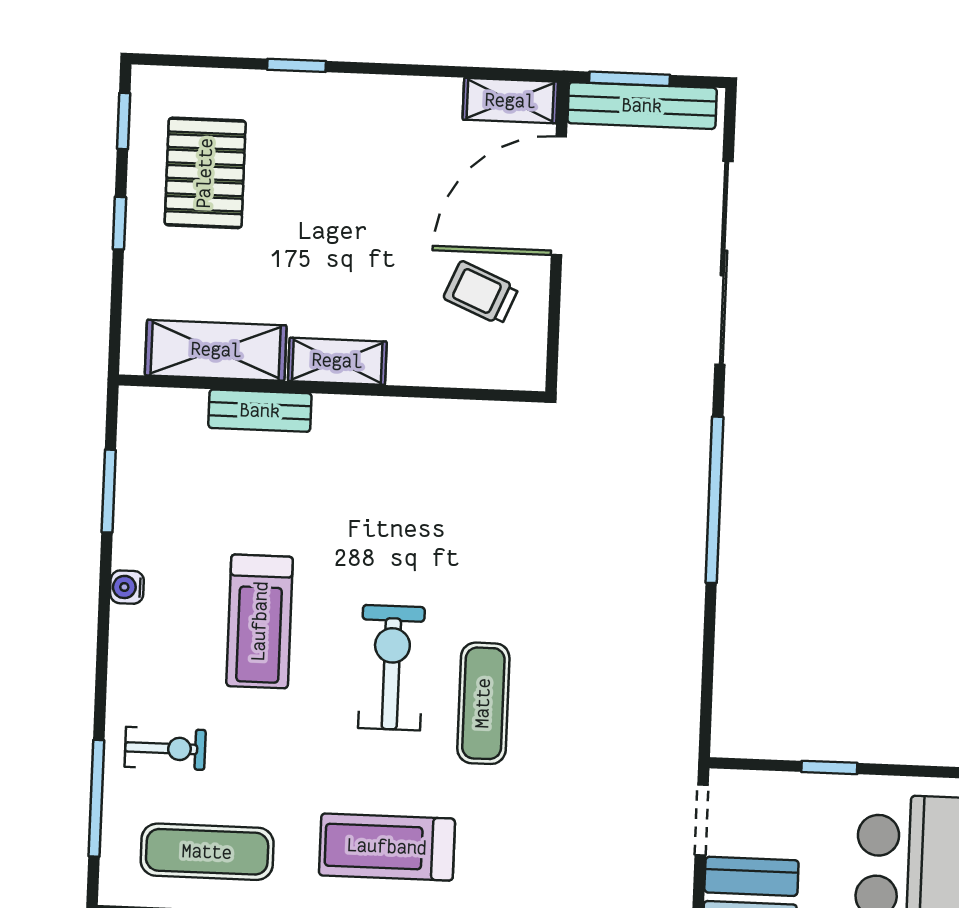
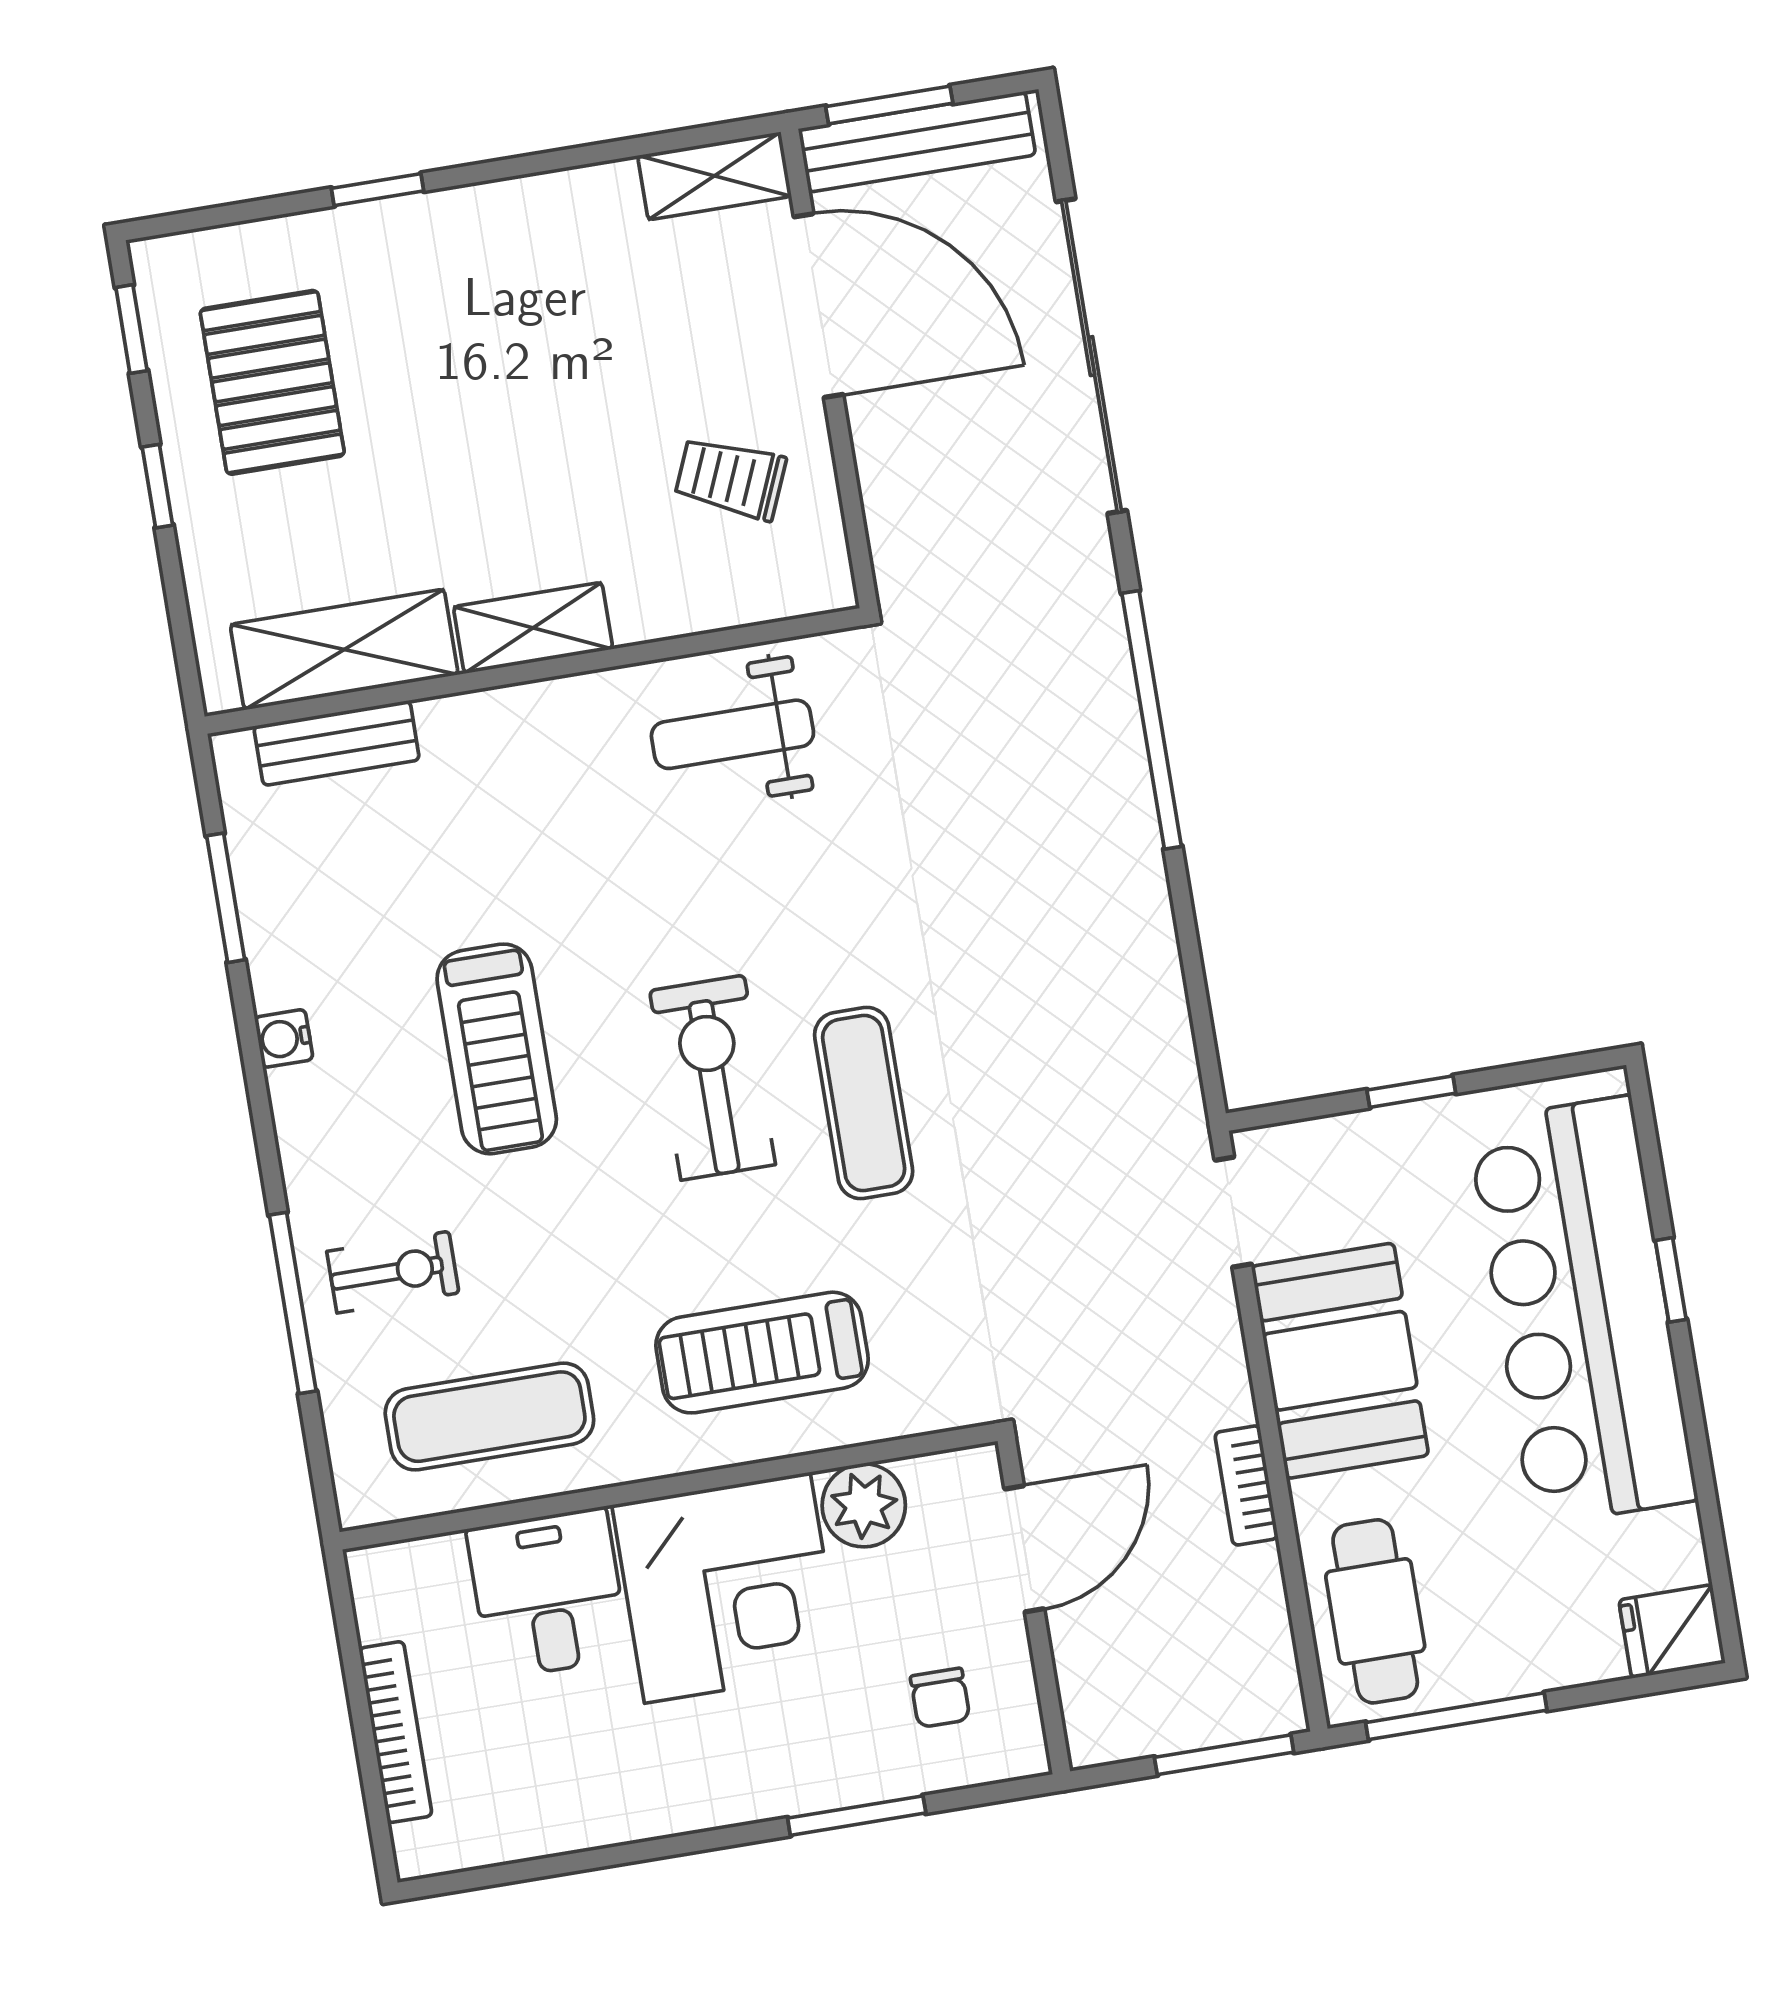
door: (559, 196) -> (819, 306), swing flipped
bench: (260, 411) -> (337, 743), moved
weight bench: (449, 454) -> (732, 734), added
window: (96, 798) -> (293, 1303), moved

